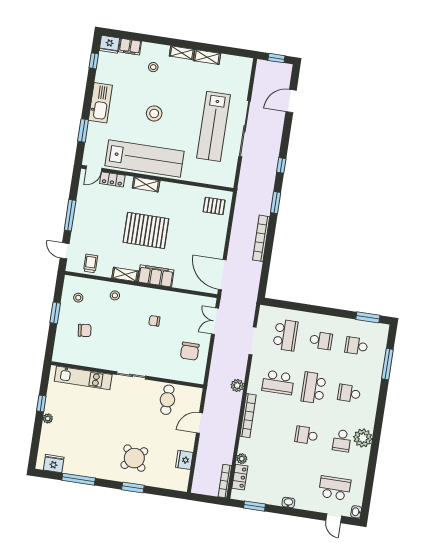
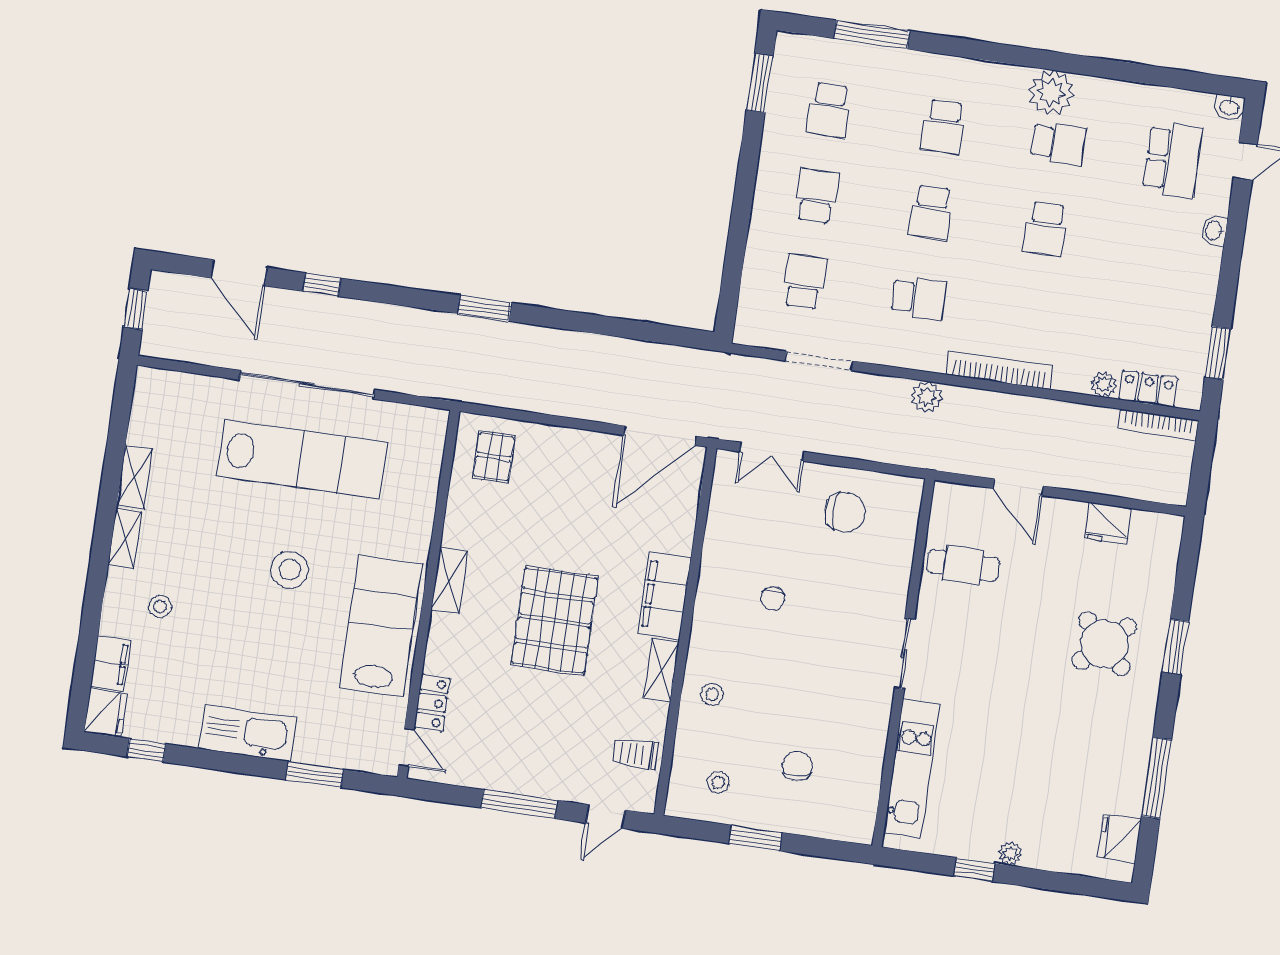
stool: (154, 113) -> (290, 570), moved
lab bench: (144, 158) -> (381, 626), width x0.73
window: (281, 165) -> (322, 285), moved
shelving: (146, 184) -> (449, 580), moved
bookcase: (261, 238) -> (571, 342), removed
school desk: (285, 335) -> (804, 282), width x0.54
school desk: (278, 382) -> (919, 298), width x0.54
school desk: (314, 388) -> (931, 212), width x0.54
school desk: (335, 488) -> (1173, 160), turned 180
washbasin: (288, 503) -> (1214, 231), moved

